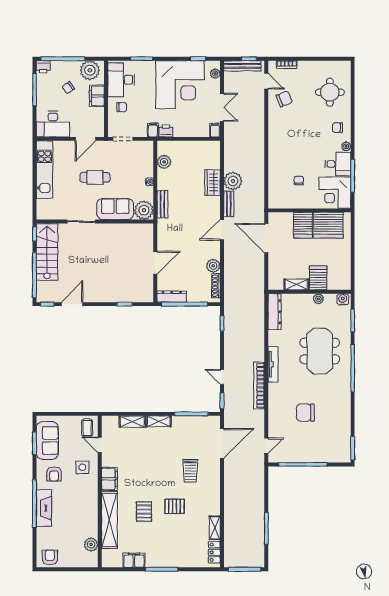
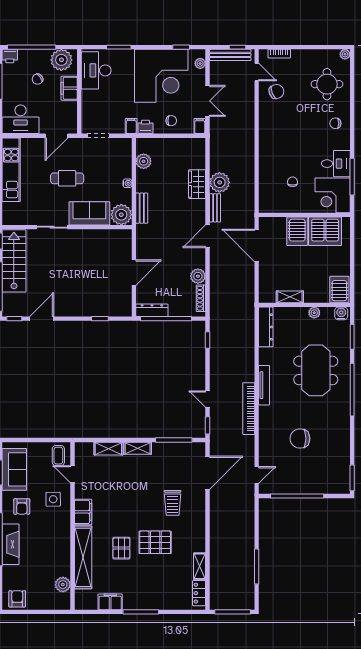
chair: (122, 107) -> (171, 121), moved
plant: (346, 146) -> (345, 54), moved
server rack: (318, 278) -> (339, 290), moved
pallet: (175, 506) -> (155, 542), width x1.50, depth x1.42

